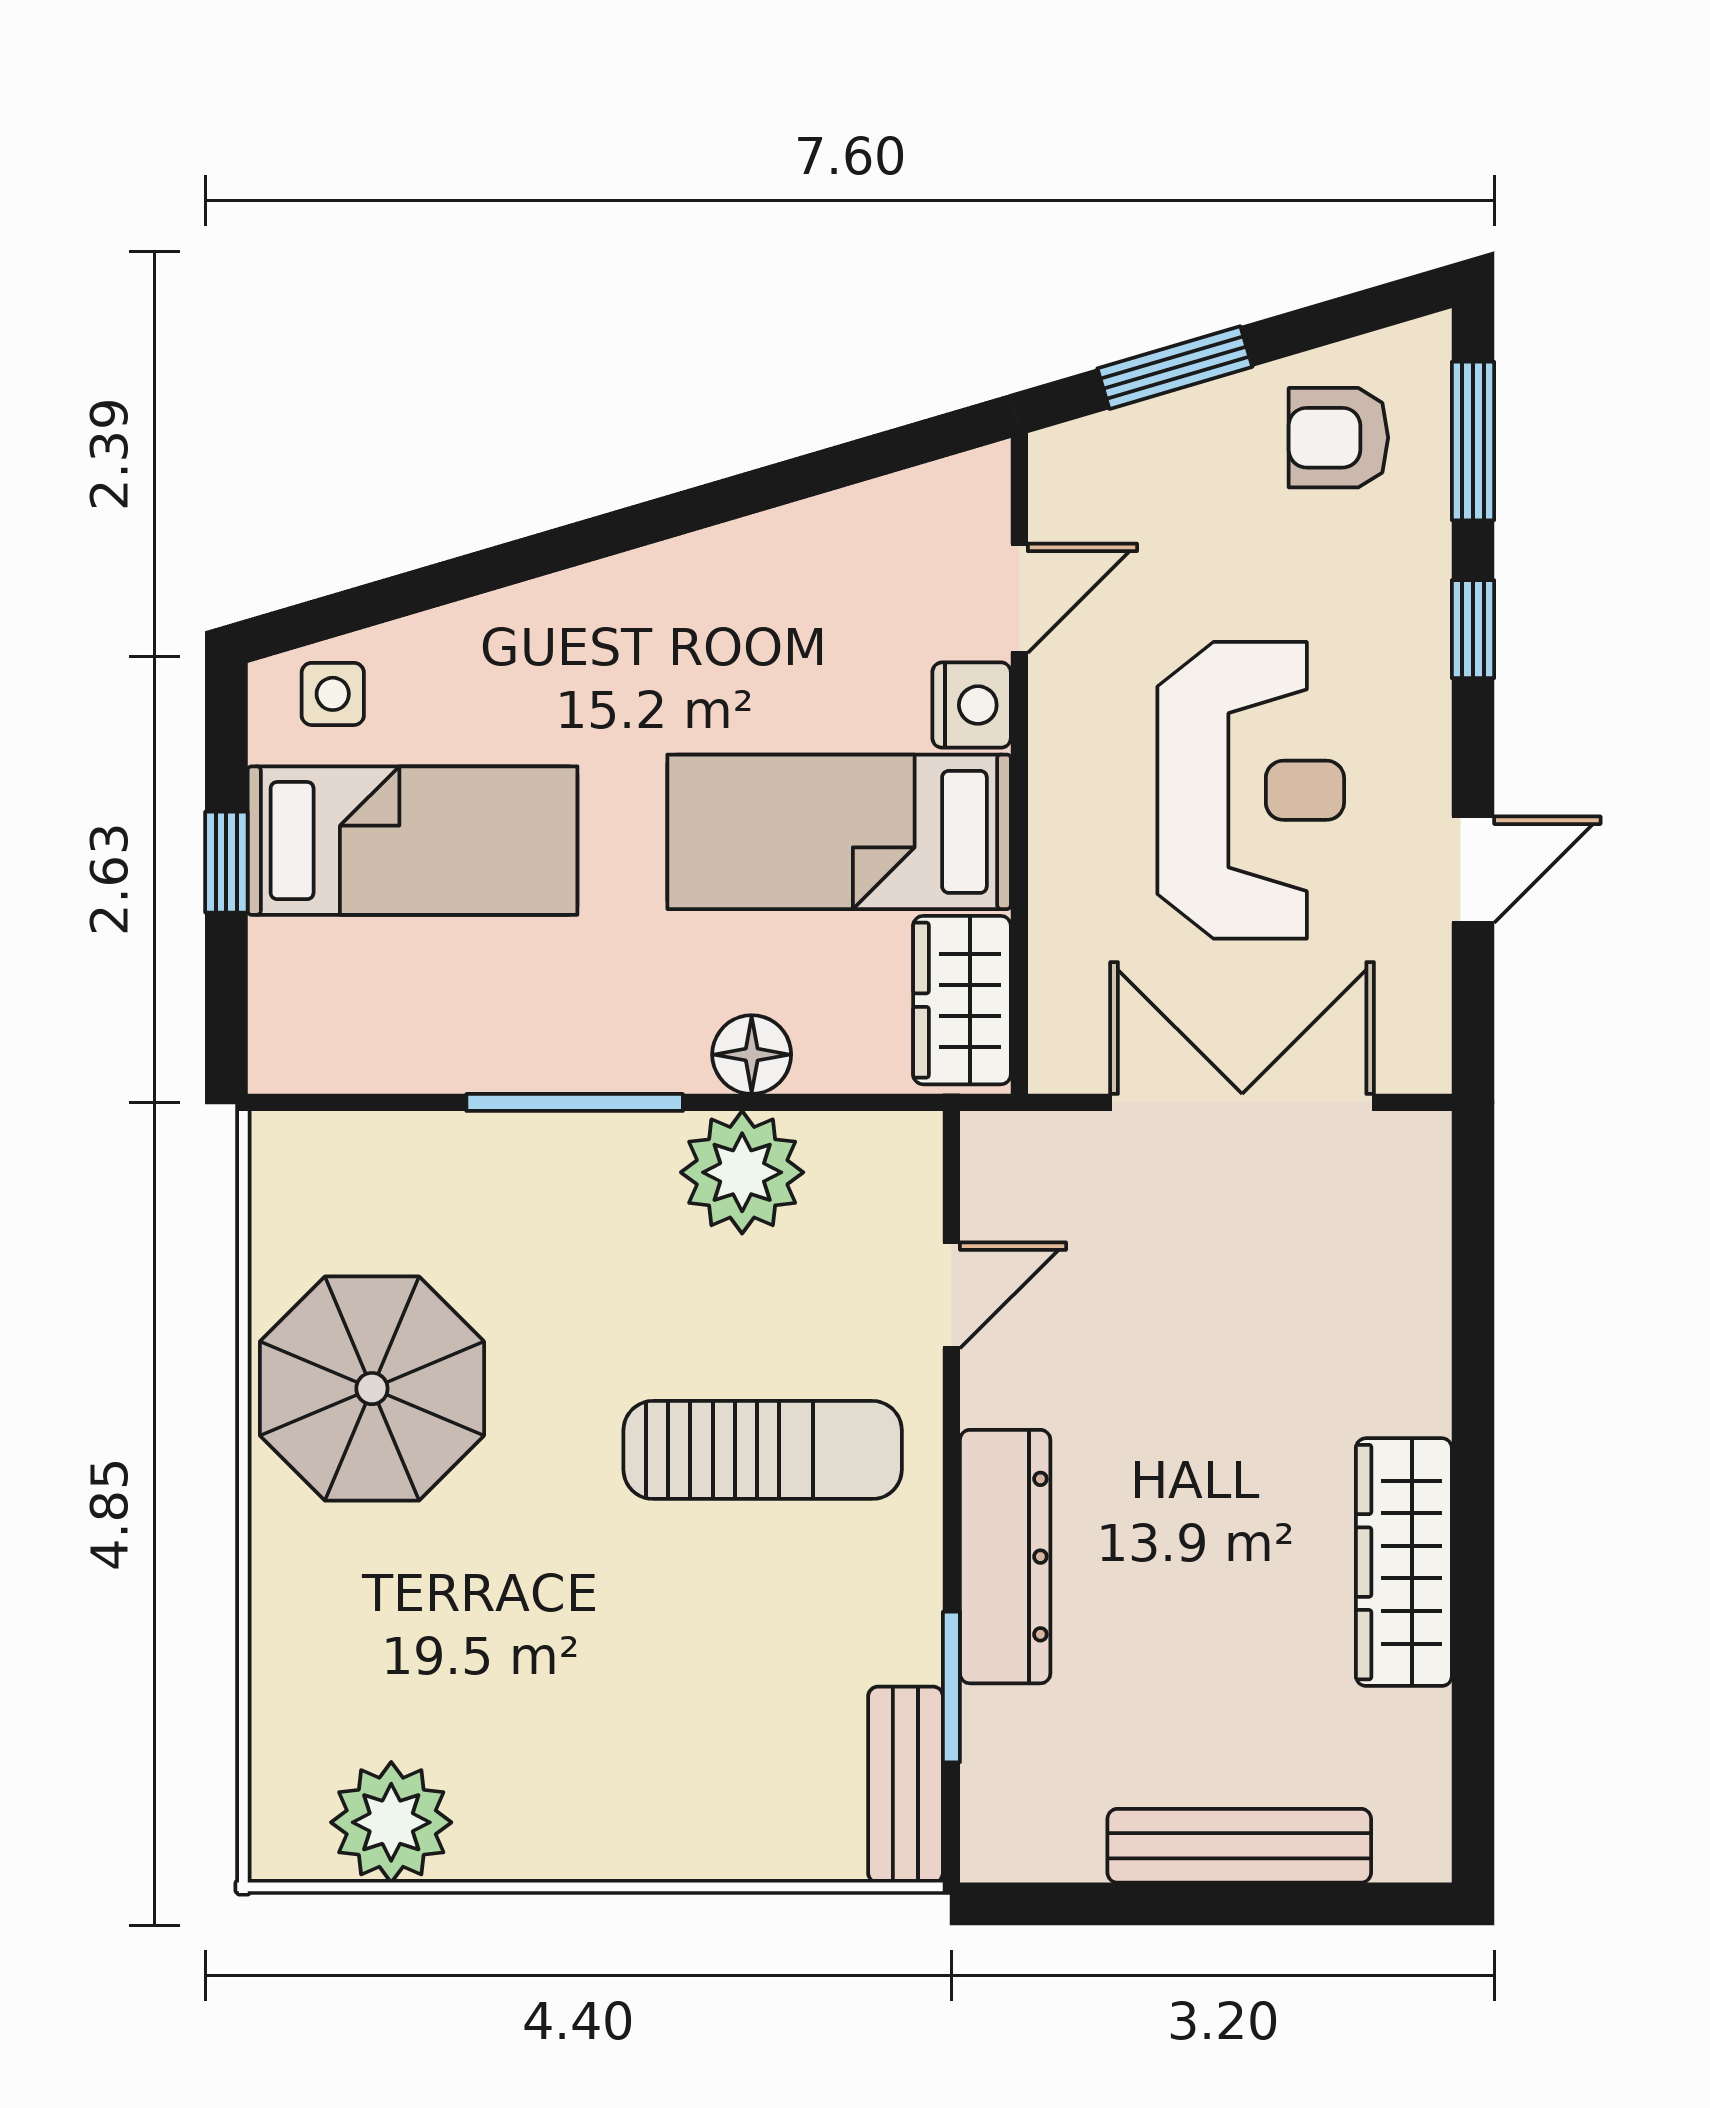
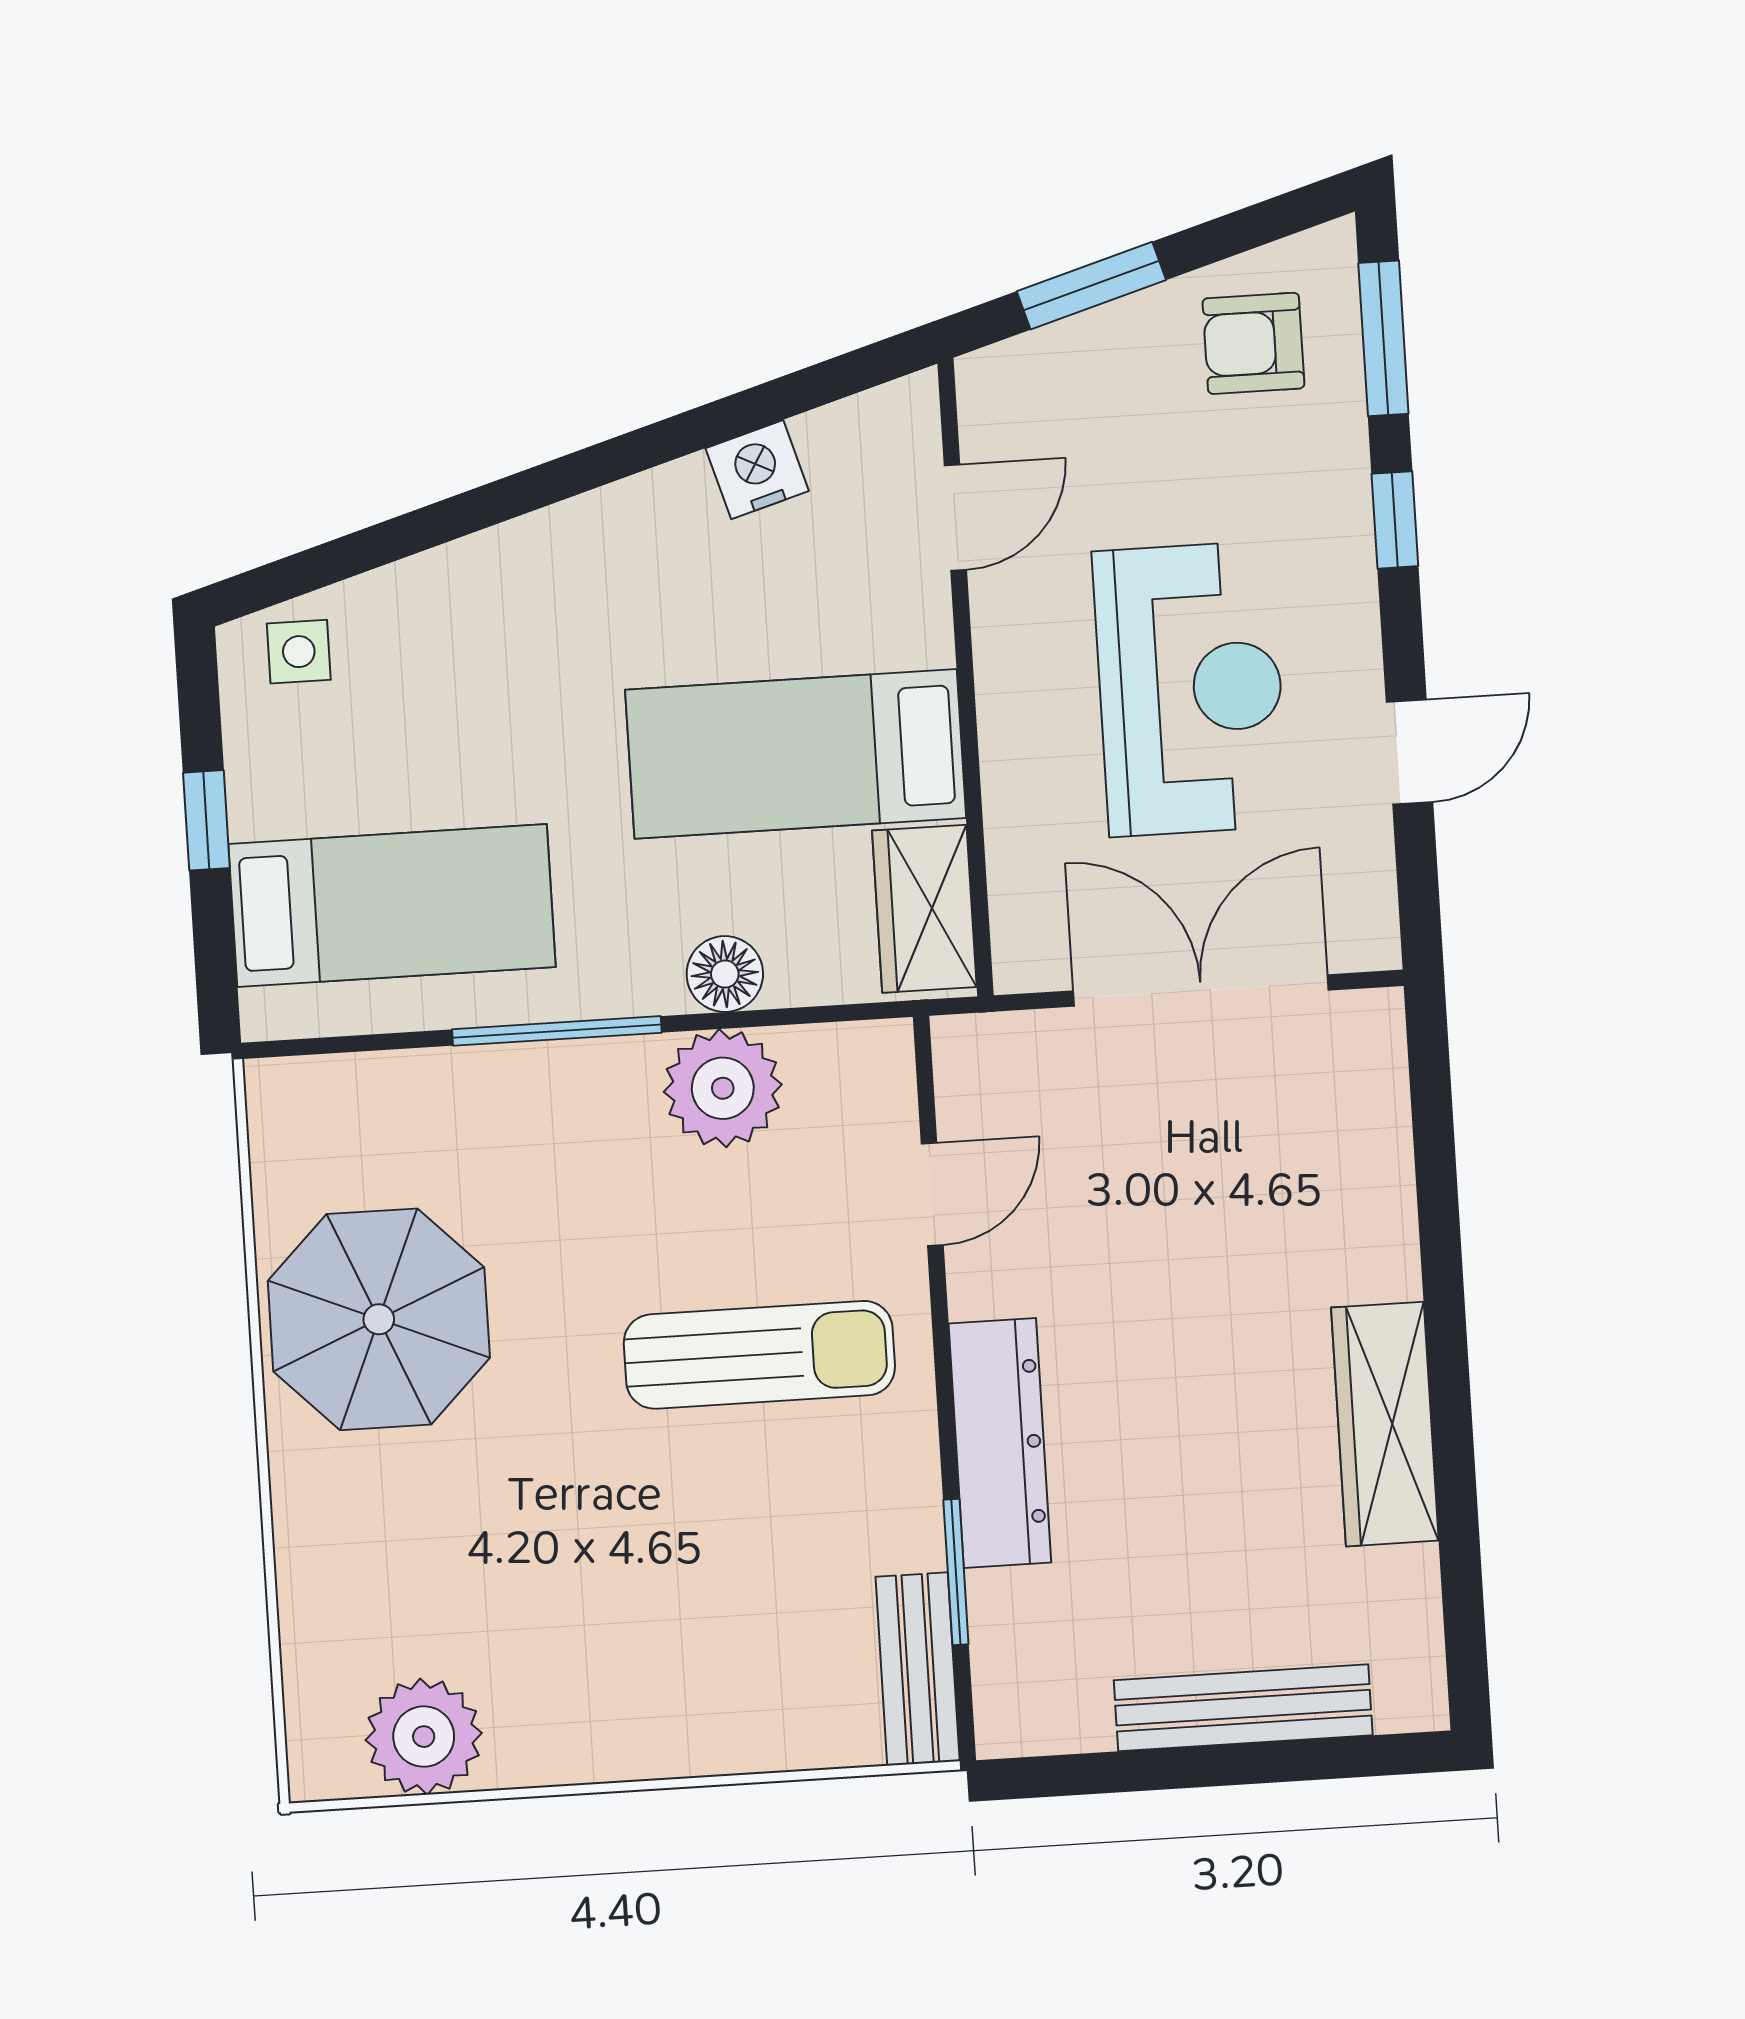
nightstand: (972, 705) -> (757, 470), moved, turned -106
bed: (413, 841) -> (392, 905), moved

